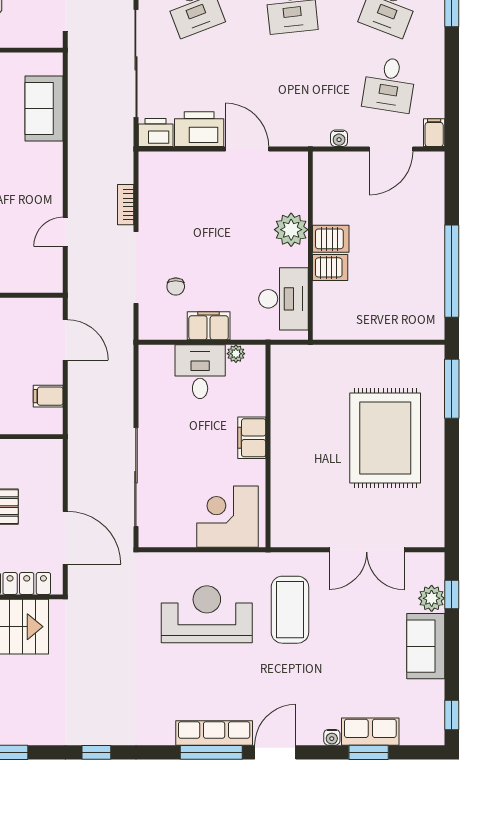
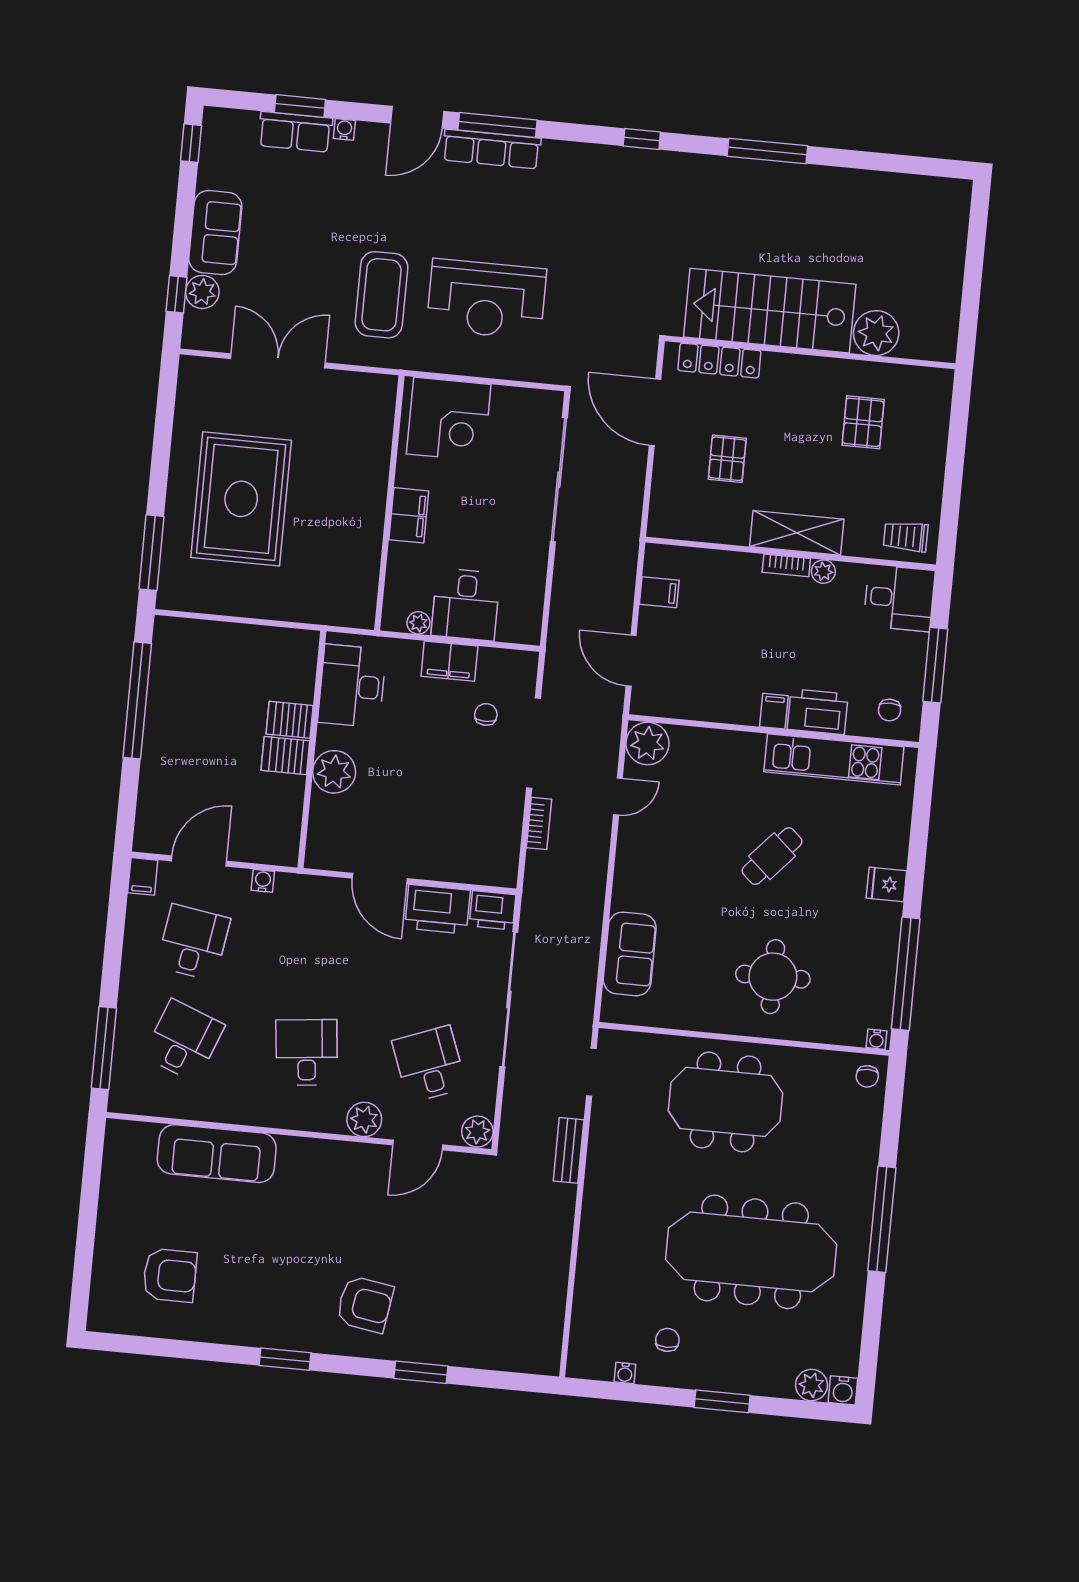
plant: (46, 276) -> (648, 743), added

